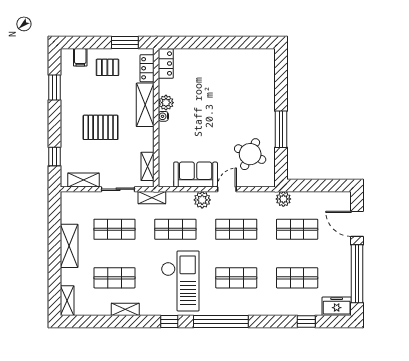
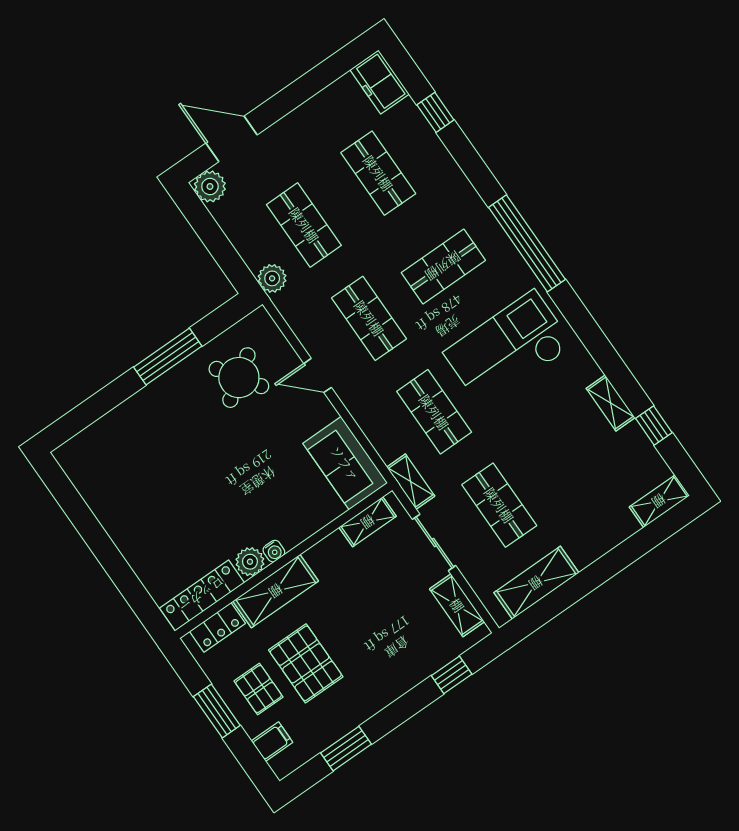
window: (125, 42) -> (217, 711), moved
locker: (166, 63) -> (202, 595), width x1.53
pallet: (101, 127) -> (306, 663), moved
round table: (250, 154) -> (239, 378), turned 31
sofa: (196, 174) -> (345, 463), moved
plant: (202, 200) -> (210, 186), moved
door: (357, 224) -> (232, 139), swing flipped
shelving: (69, 246) -> (536, 583), moved
window: (357, 274) -> (308, 86), removed
shop shelf: (114, 278) -> (574, 453), removed
shop shelf: (236, 278) -> (443, 266), turned 90
window: (169, 321) -> (654, 426), moved

